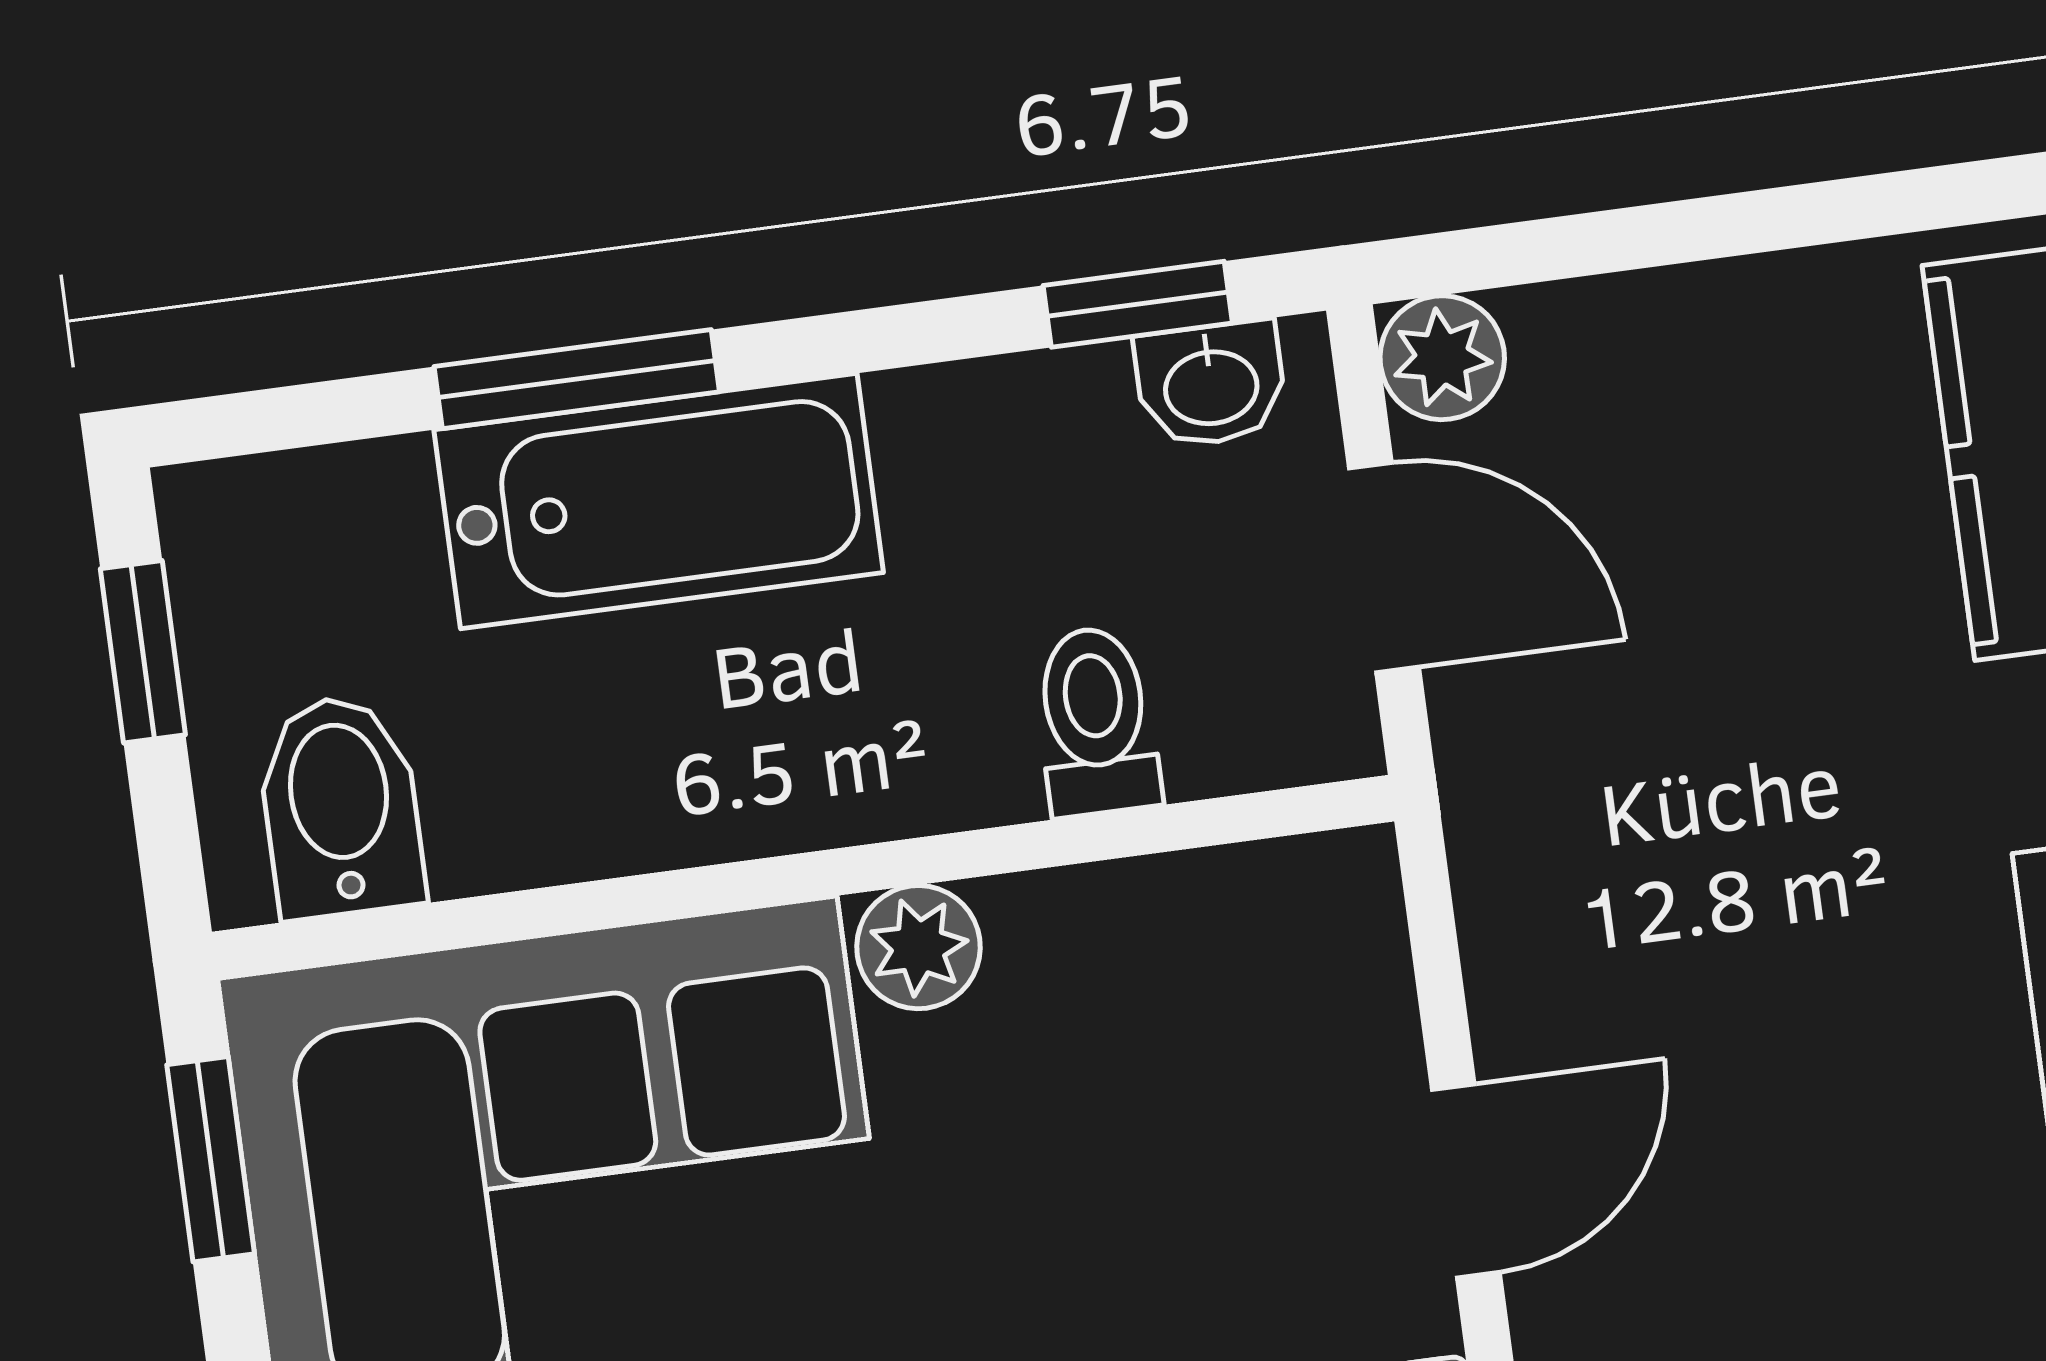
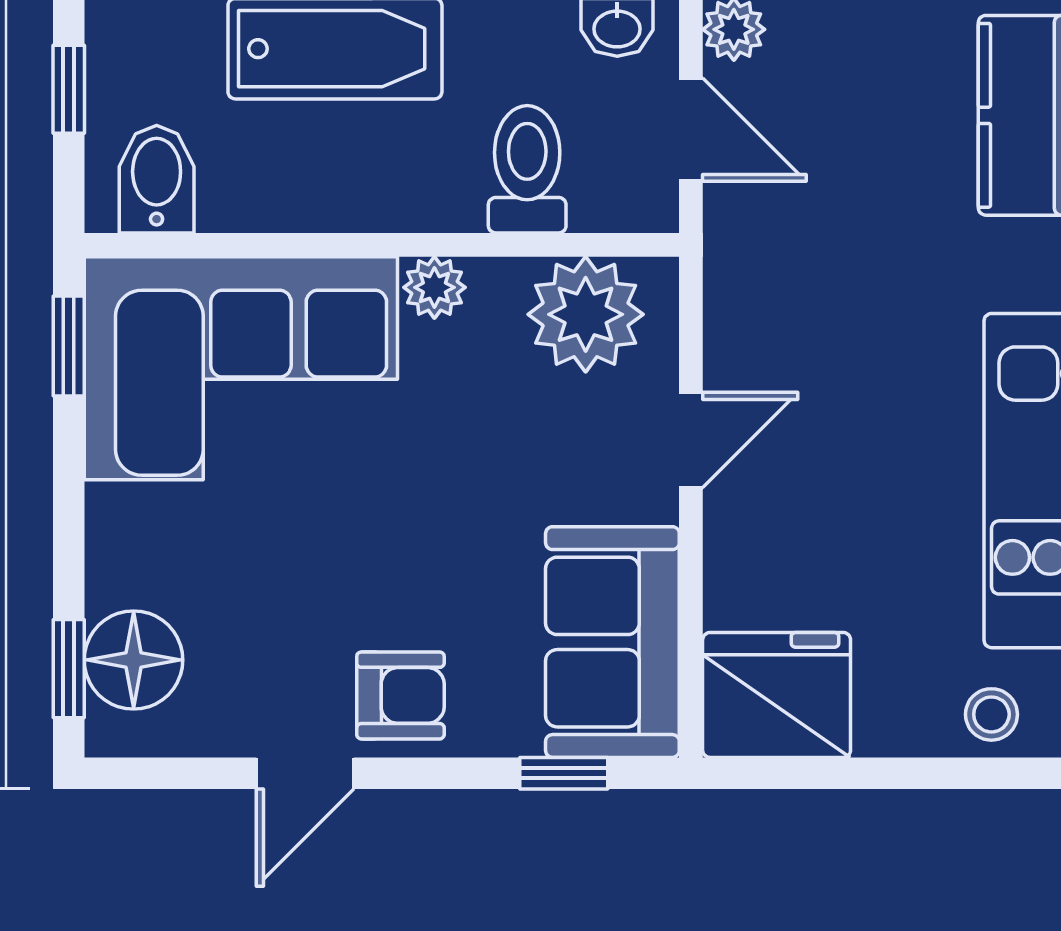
toilet: (1096, 721) -> (527, 169), width x1.37, depth x1.39
plant: (1224, 960) -> (586, 314), added

